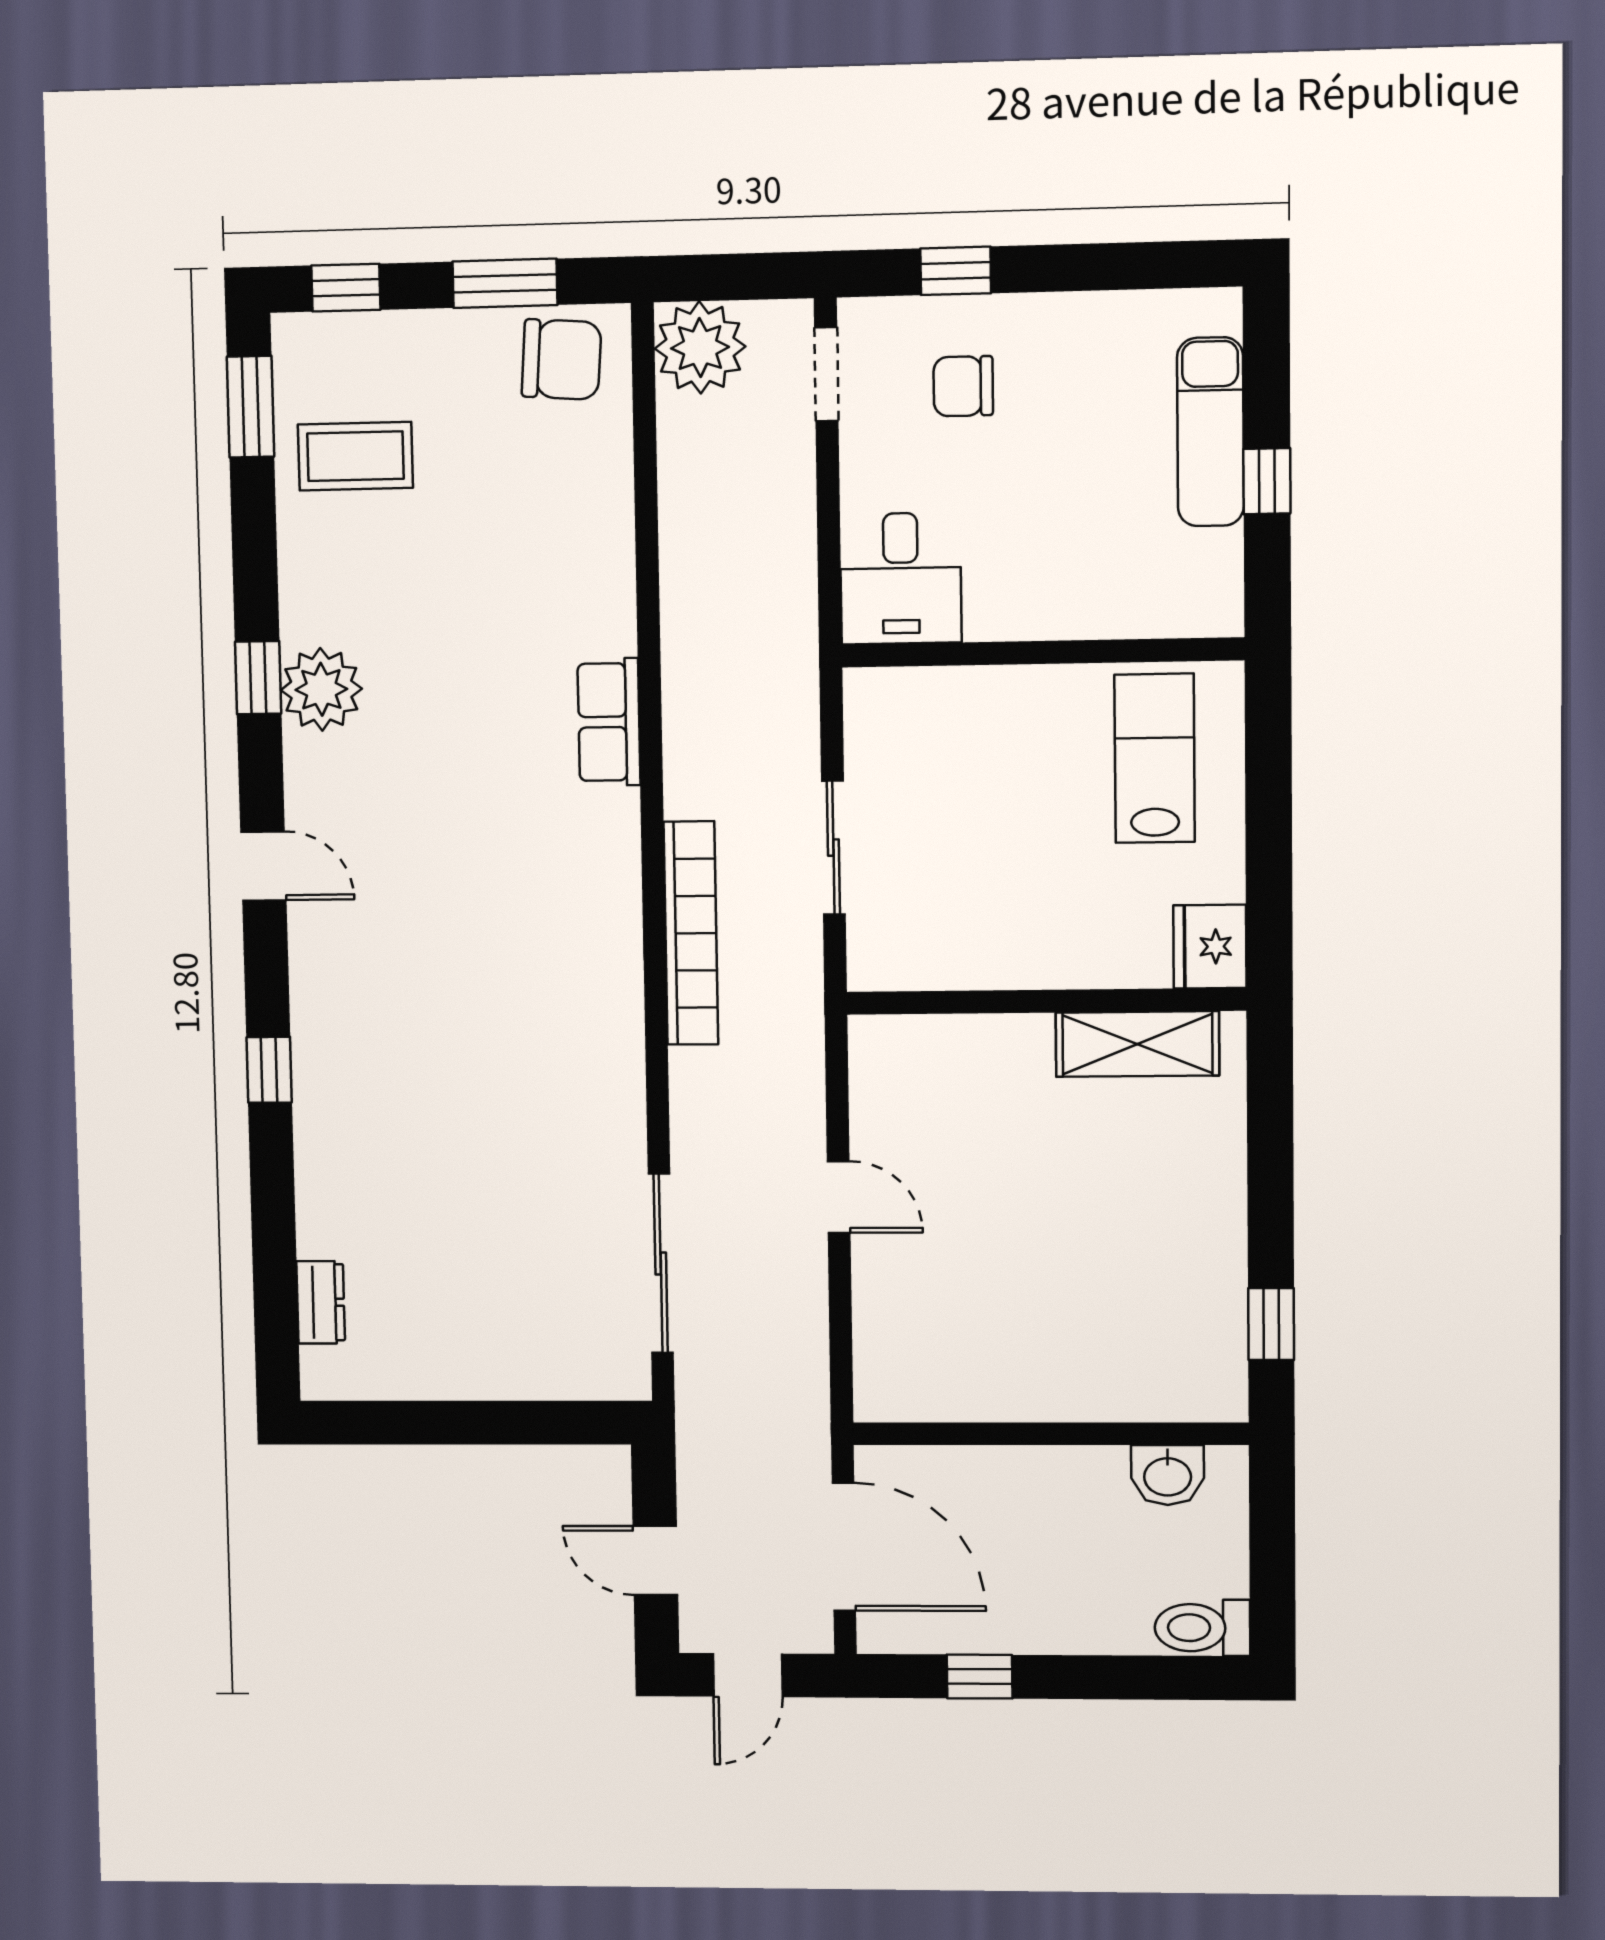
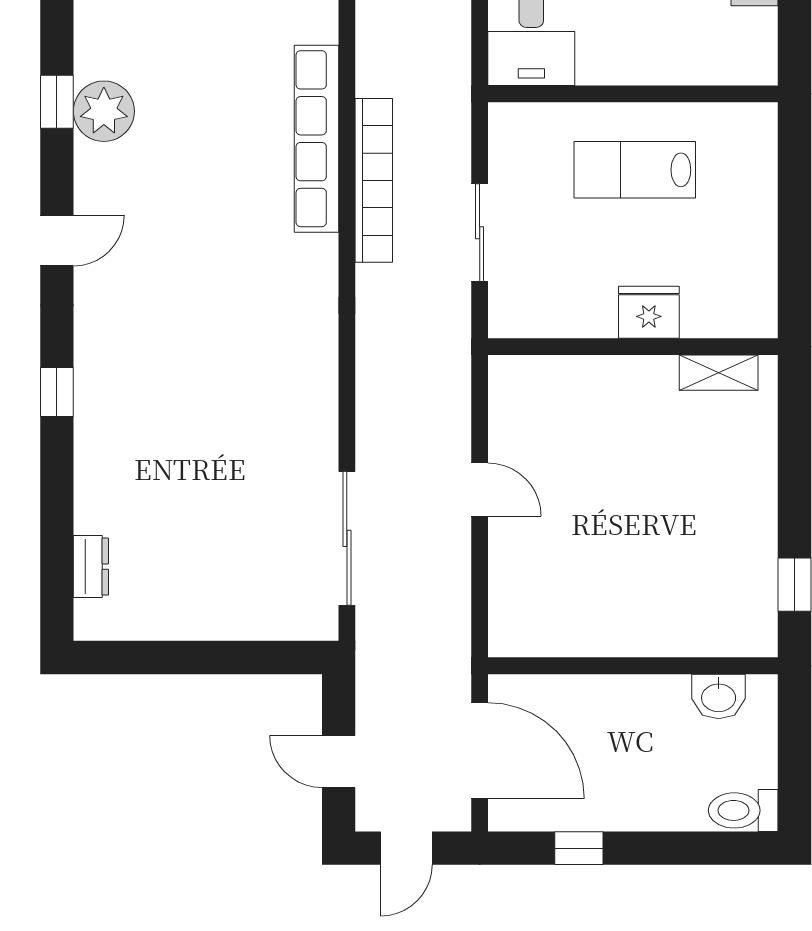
row of seats: (609, 722) -> (316, 139), width x2.02
lab bench: (1155, 758) -> (635, 170), moved, turned -90
door: (263, 866) -> (57, 241), hinge flipped
bookcase: (691, 933) -> (374, 180), moved
fridge: (1210, 947) -> (649, 312), moved, turned 90
shelving: (1137, 1044) -> (719, 373), width x0.67, depth x0.75

